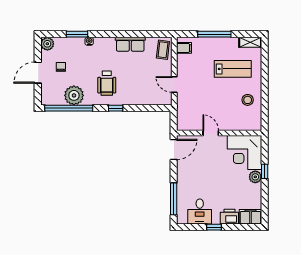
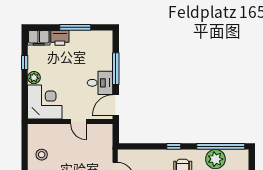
window: (265, 171) -> (25, 63), moved
window: (174, 199) -> (116, 69), moved
desk: (200, 211) -> (100, 83), moved, turned 90
window: (214, 227) -> (75, 27), width x2.17

